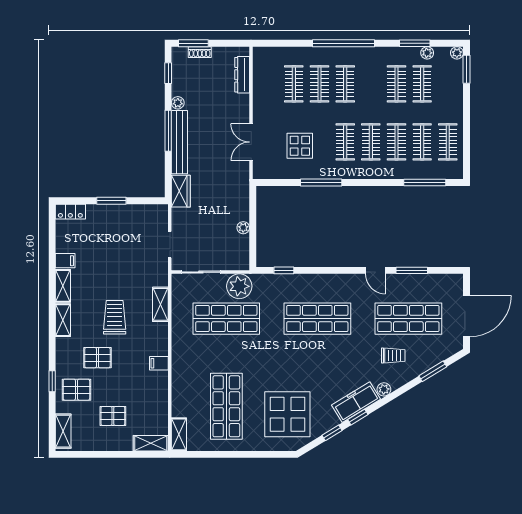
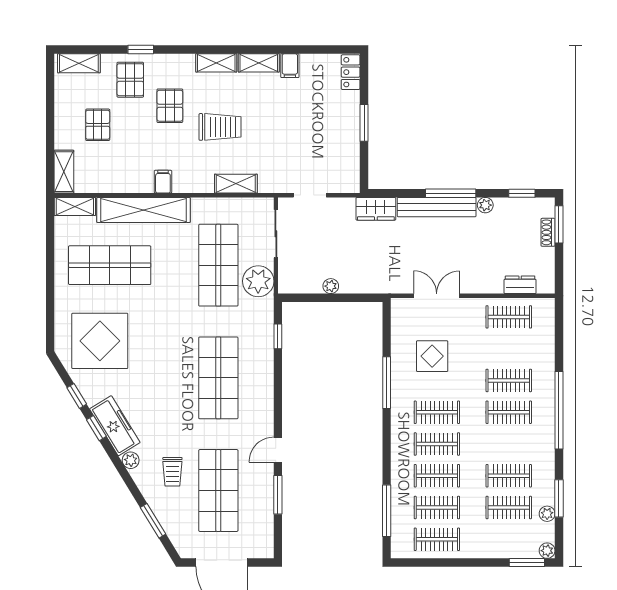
dresser: (242, 75) -> (520, 285), width x0.70
clothes rail: (294, 84) -> (509, 317), moved
shelving: (182, 379) -> (143, 210), added

